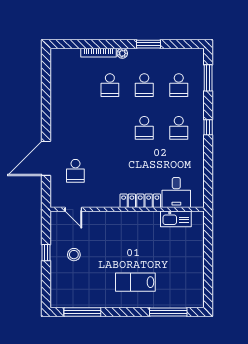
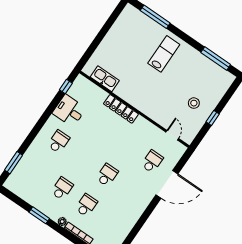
school desk: (179, 85) -> (38, 172), removed
window: (208, 127) -> (66, 86), moved
school desk: (144, 128) -> (107, 175), moved
desk: (176, 192) -> (69, 111), moved, turned -90
lab bench: (135, 282) -> (164, 54), turned -90

